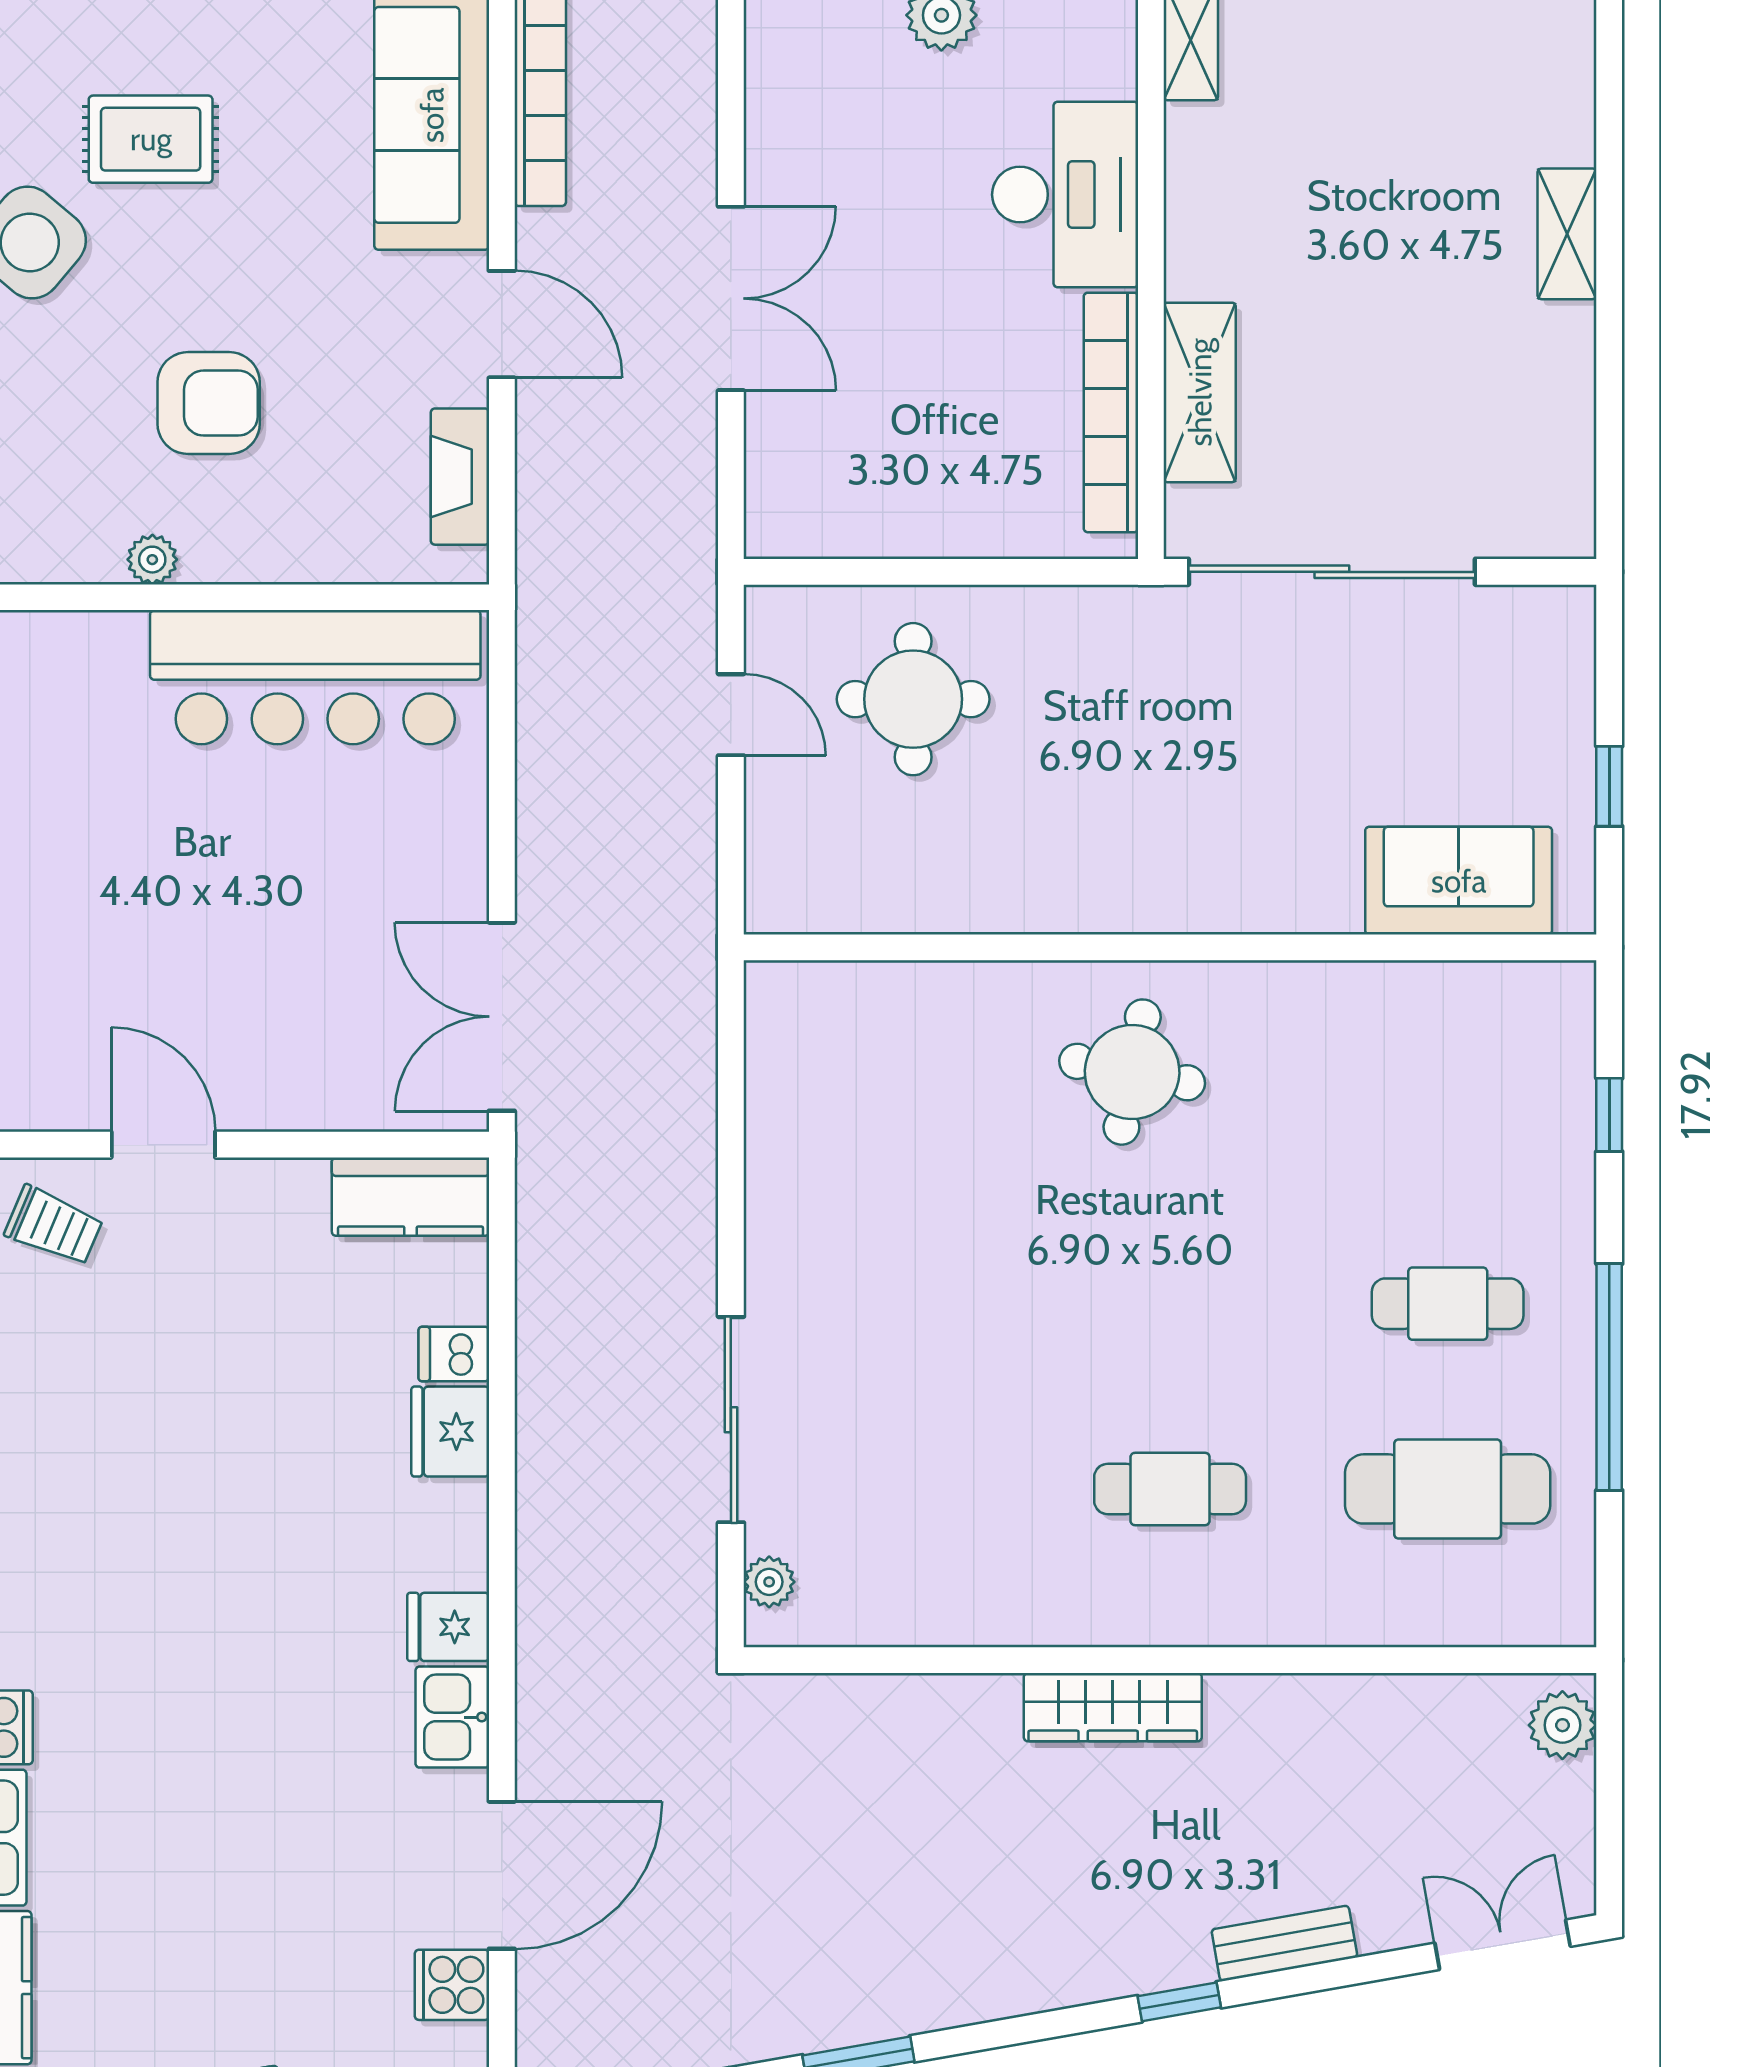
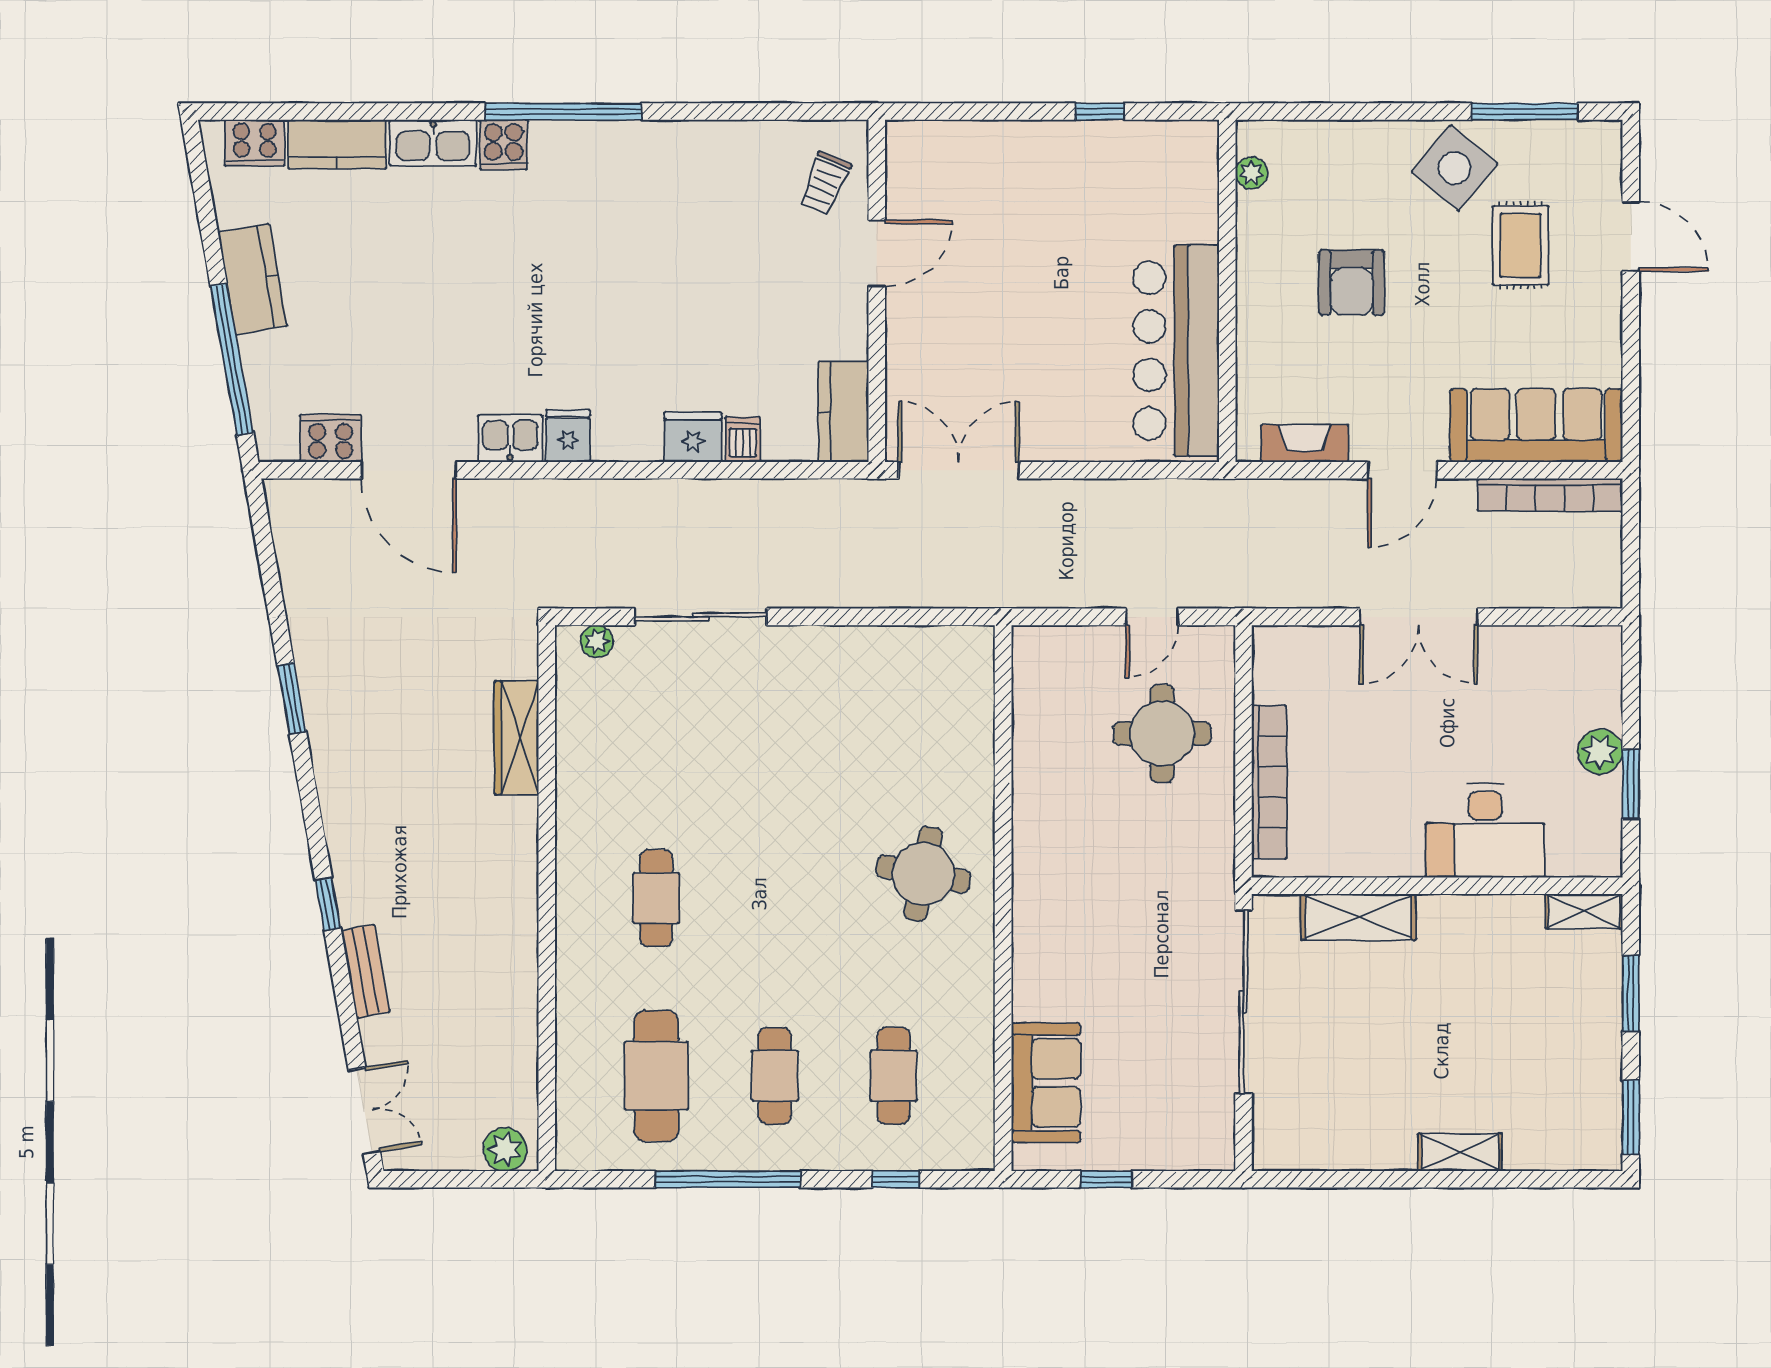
bookcase: (1111, 412) -> (1269, 782), moved, turned 90
plant: (152, 560) -> (1251, 173), moved
cafe table: (1448, 1118) -> (894, 1076), added
wardrobe: (1113, 1707) -> (517, 738), moved
cooker: (452, 1985) -> (331, 438), width x1.36

